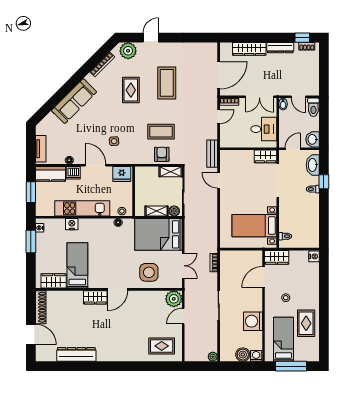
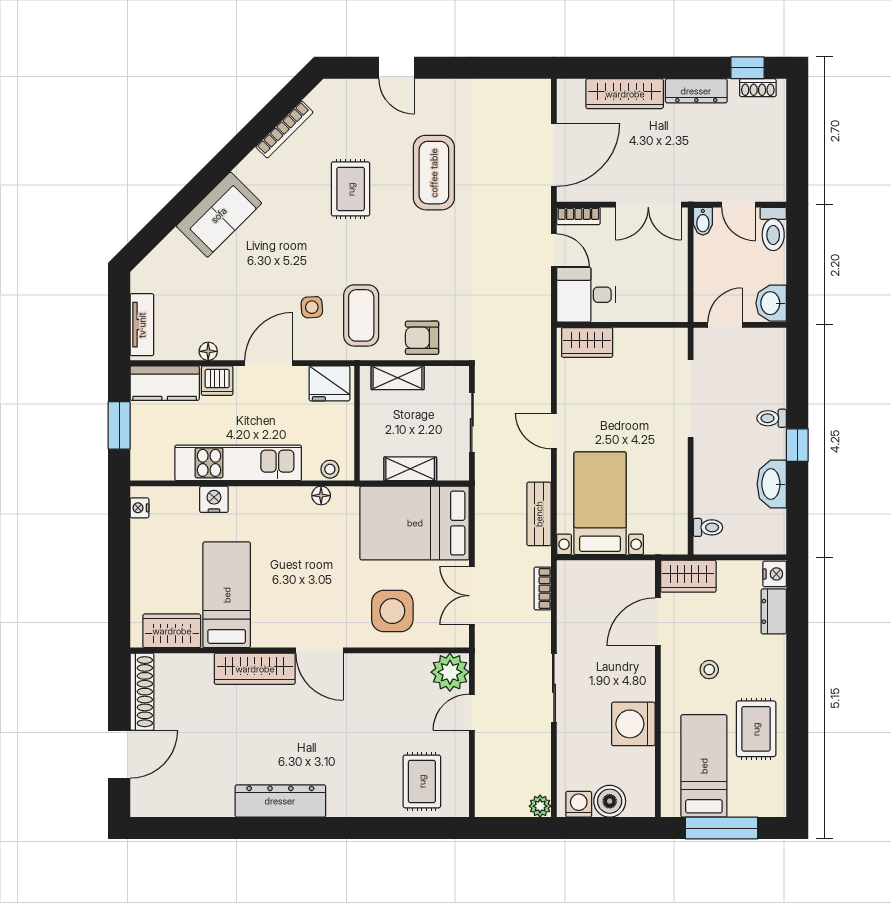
door: (151, 38) -> (397, 68), swing flipped
plant: (128, 51) -> (344, 98), removed
sofa: (74, 101) -> (219, 215), width x0.73
door: (219, 117) -> (554, 250), hinge flipped
desk: (264, 129) -> (586, 295), moved, turned 180
coffee table: (161, 132) -> (361, 315), moved, turned 90
armchair: (162, 154) -> (422, 338), turned -90
bench: (212, 154) -> (539, 514), moved
wardrobe: (265, 156) -> (587, 342), moved
door: (95, 165) -> (269, 363), hinge flipped
washbasin: (313, 165) -> (772, 484), moved
shelving: (171, 172) -> (398, 378), moved
door: (219, 180) -> (554, 431), moved
window: (324, 182) -> (797, 445), moved
boiler: (174, 211) -> (451, 469), removed
bed with nightstands: (254, 226) -> (600, 503), moved, turned 90
window: (31, 241) -> (119, 539), removed
double door: (183, 266) -> (472, 596), swing flipped
dresser: (314, 273) -> (774, 611), added
door: (117, 289) -> (319, 650), hinge flipped
wardrobe: (95, 297) -> (255, 669), width x1.50
door: (31, 334) -> (119, 754), hinge flipped
rug: (162, 346) -> (422, 781), turned 90
dresser: (76, 354) -> (280, 801), moved
washing machine: (256, 356) -> (579, 804), moved

